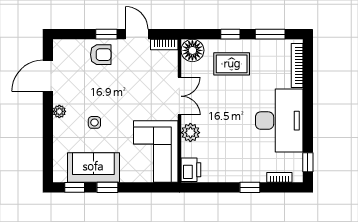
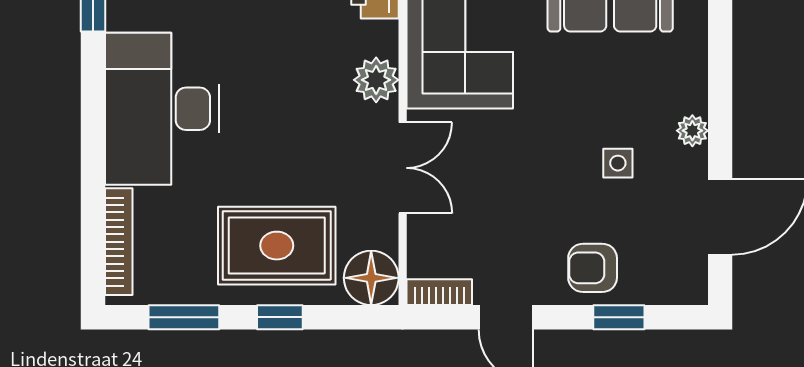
window: (106, 34) -> (619, 317), moved
rug: (232, 64) -> (277, 246), width x1.36, depth x1.43
double door: (179, 96) -> (403, 168), swing flipped
side table: (94, 122) -> (618, 163), moved

